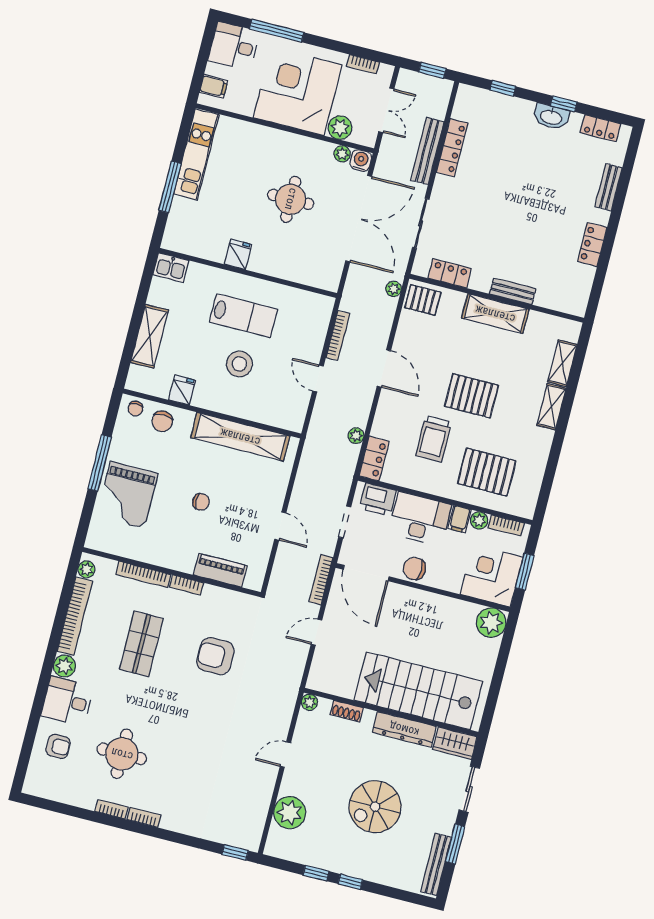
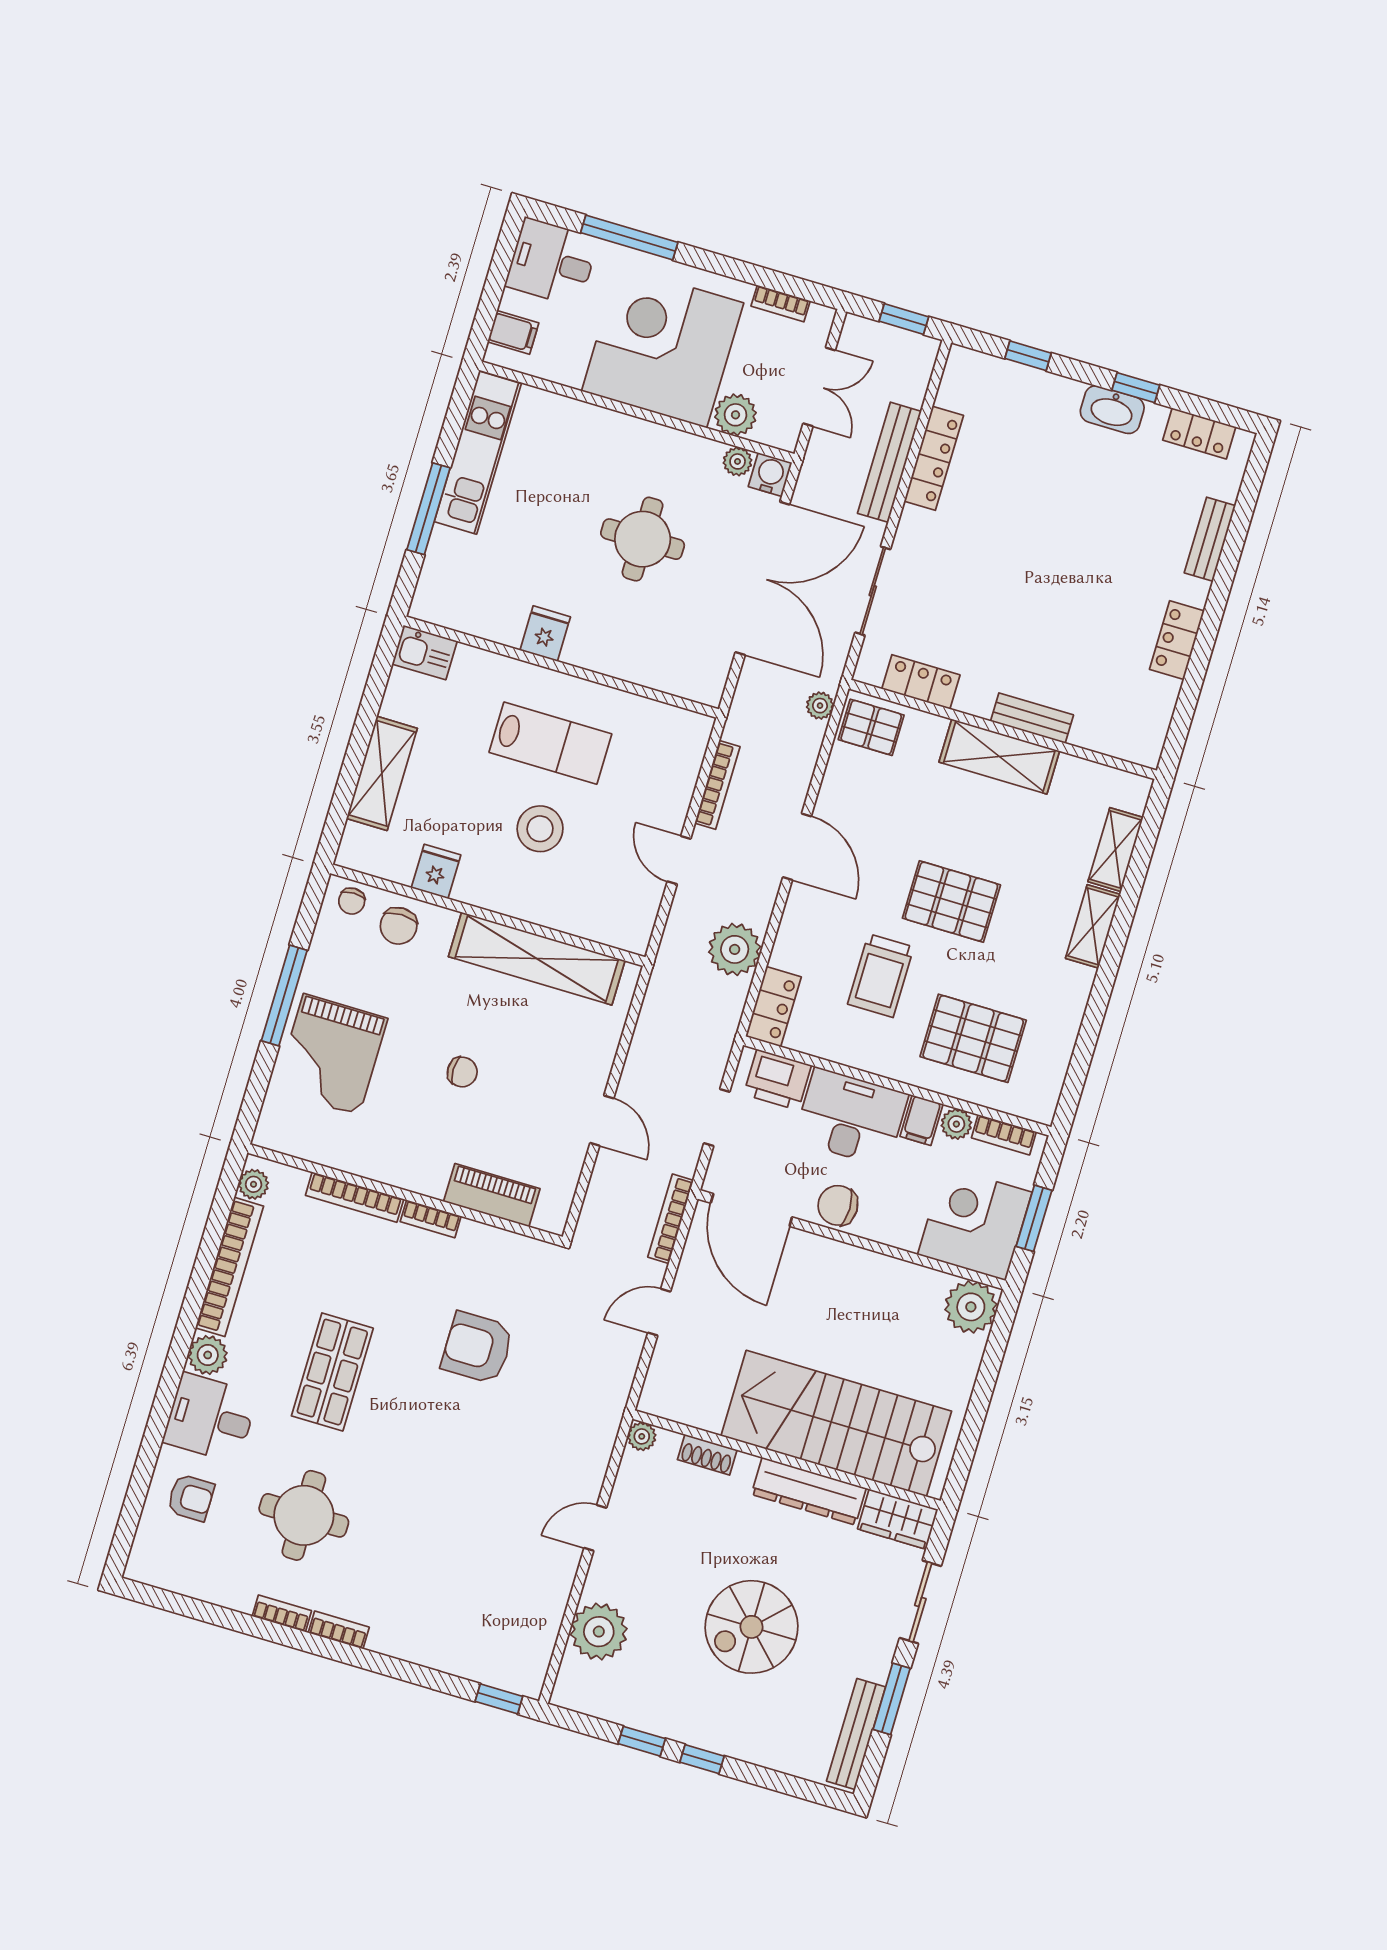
plant: (356, 436) -> (735, 949), width x1.88, depth x1.88
shop shelf: (141, 644) -> (332, 1372), moved

